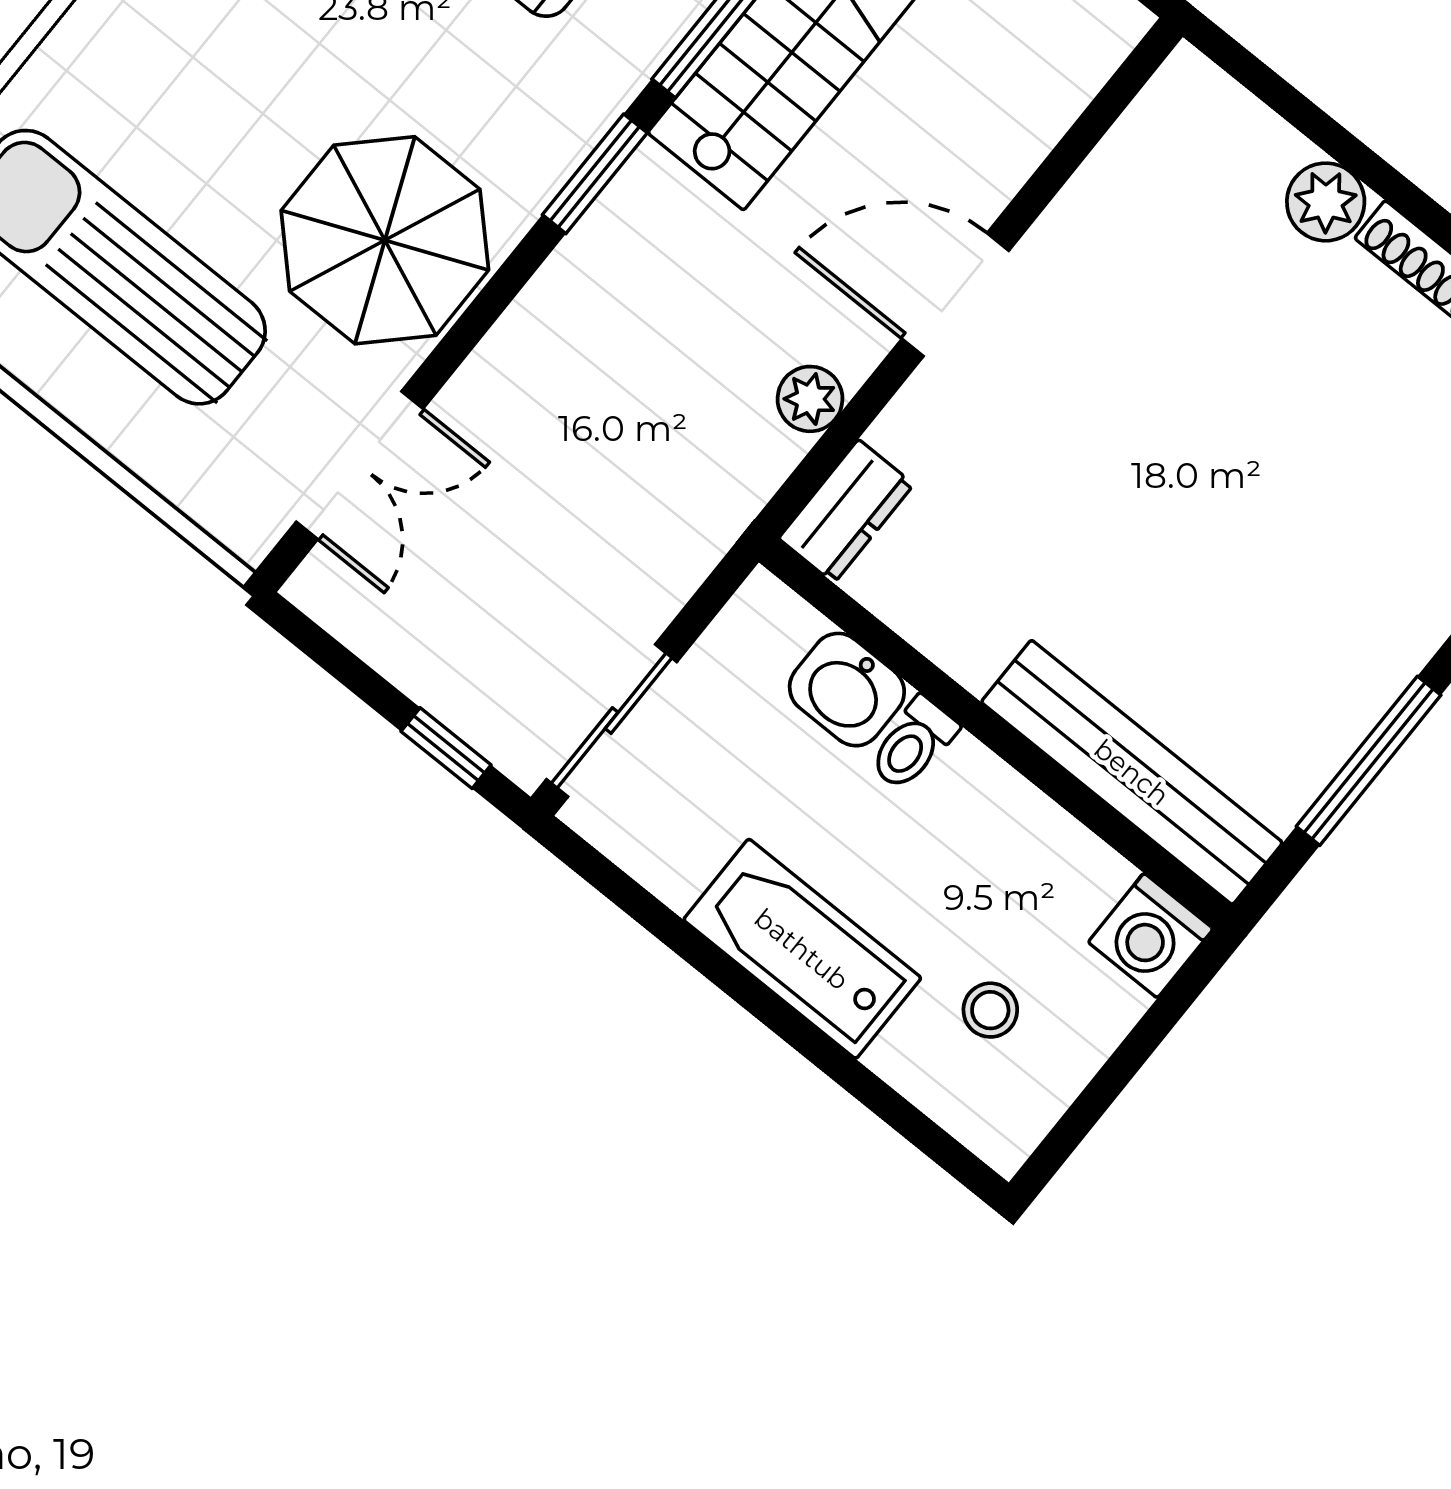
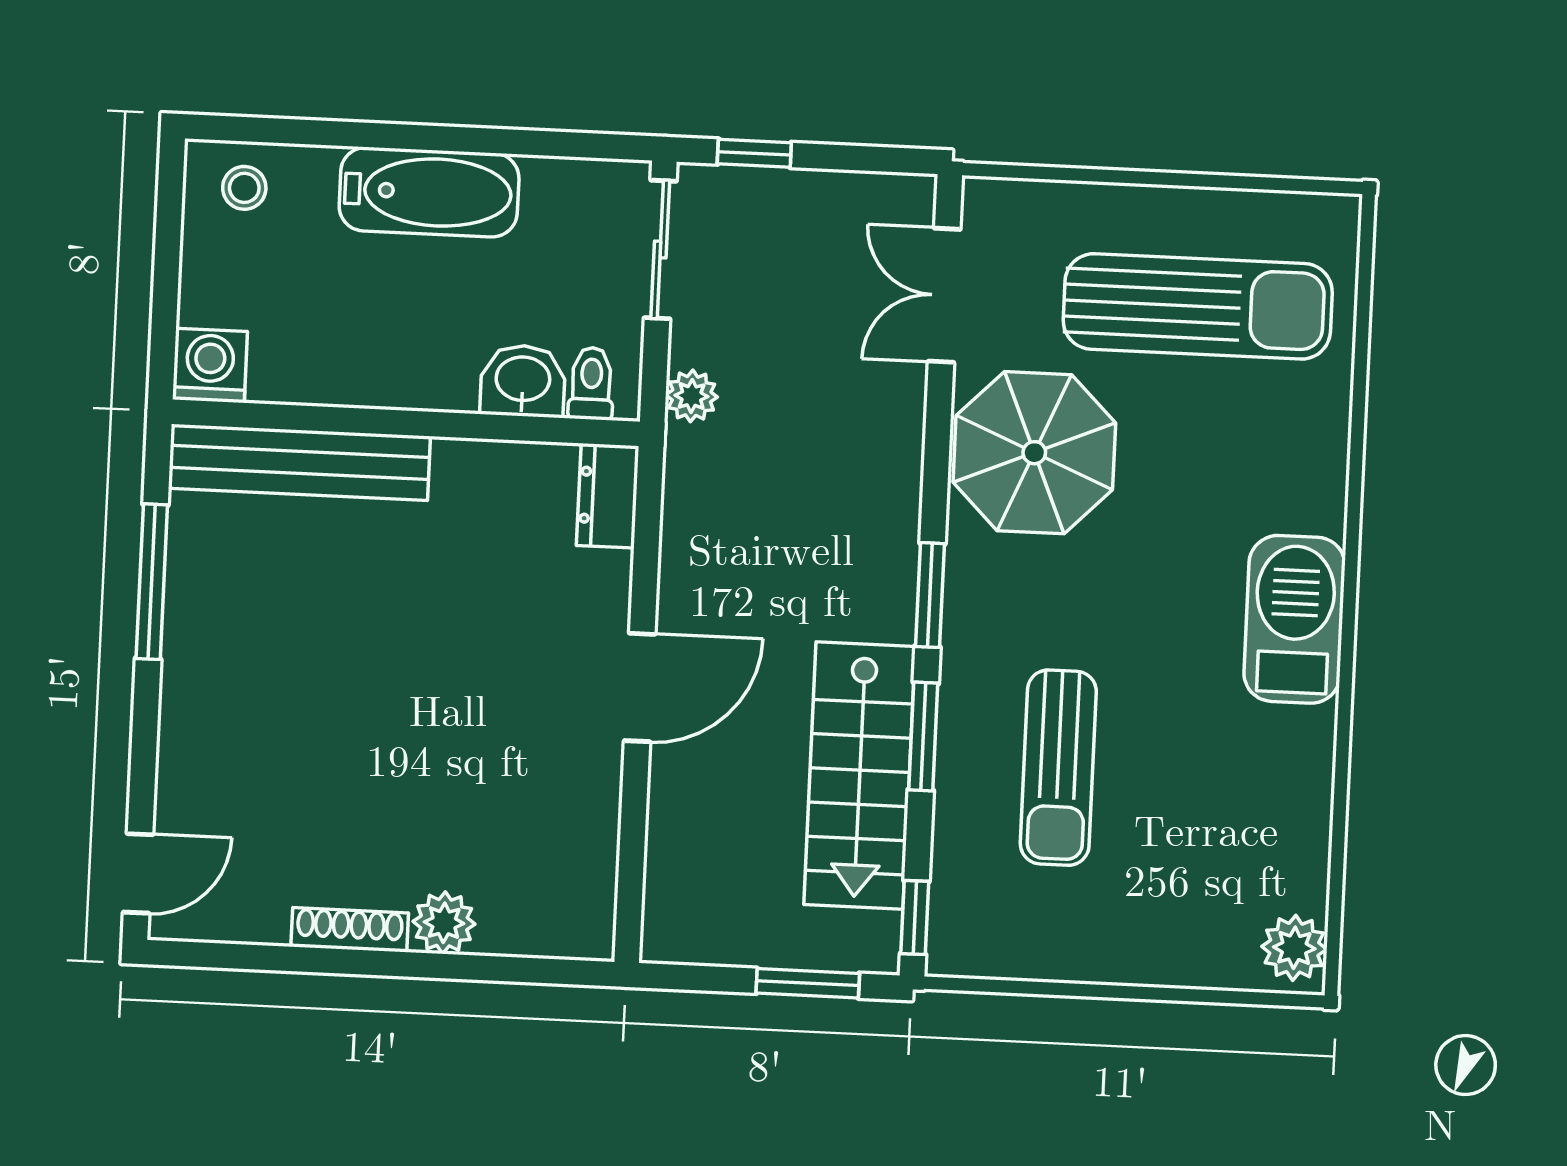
plant: (810, 399) -> (692, 396), moved
toilet: (913, 744) -> (591, 383), moved
stool: (990, 1010) -> (244, 188), moved

